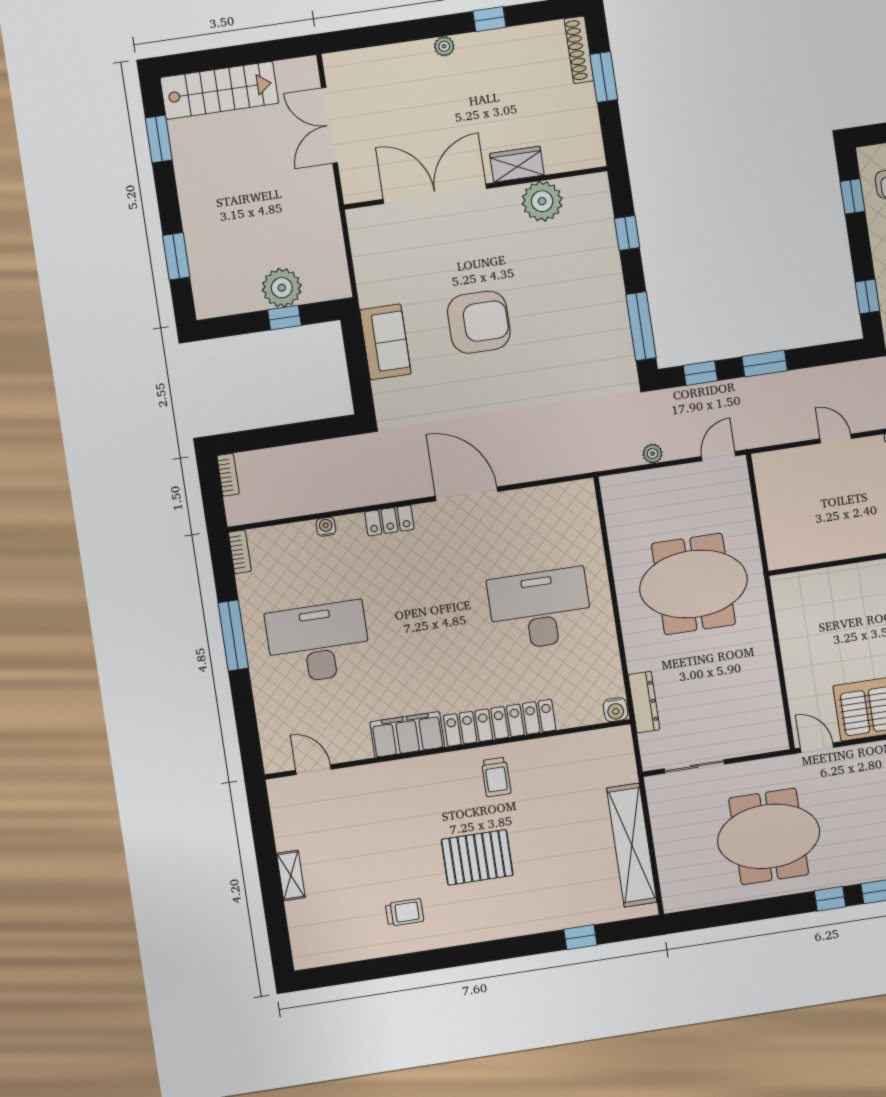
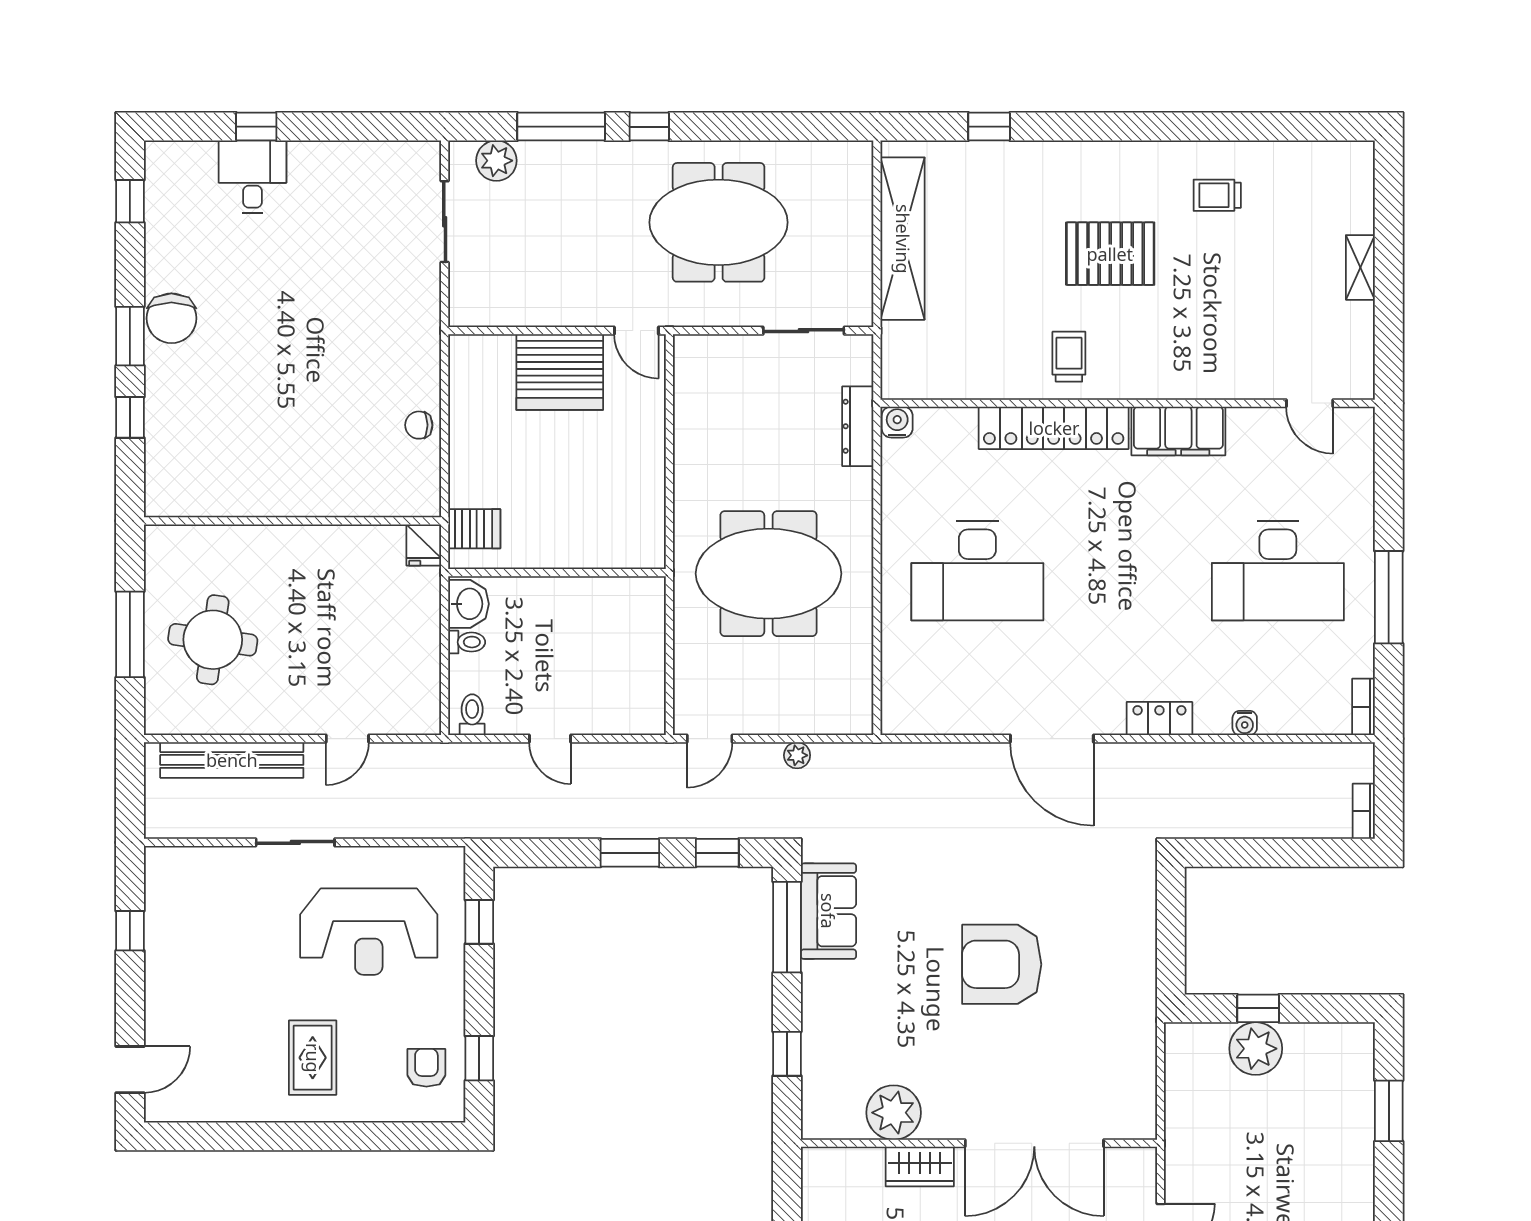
sofa: (385, 342) -> (828, 911), moved, turned 180

